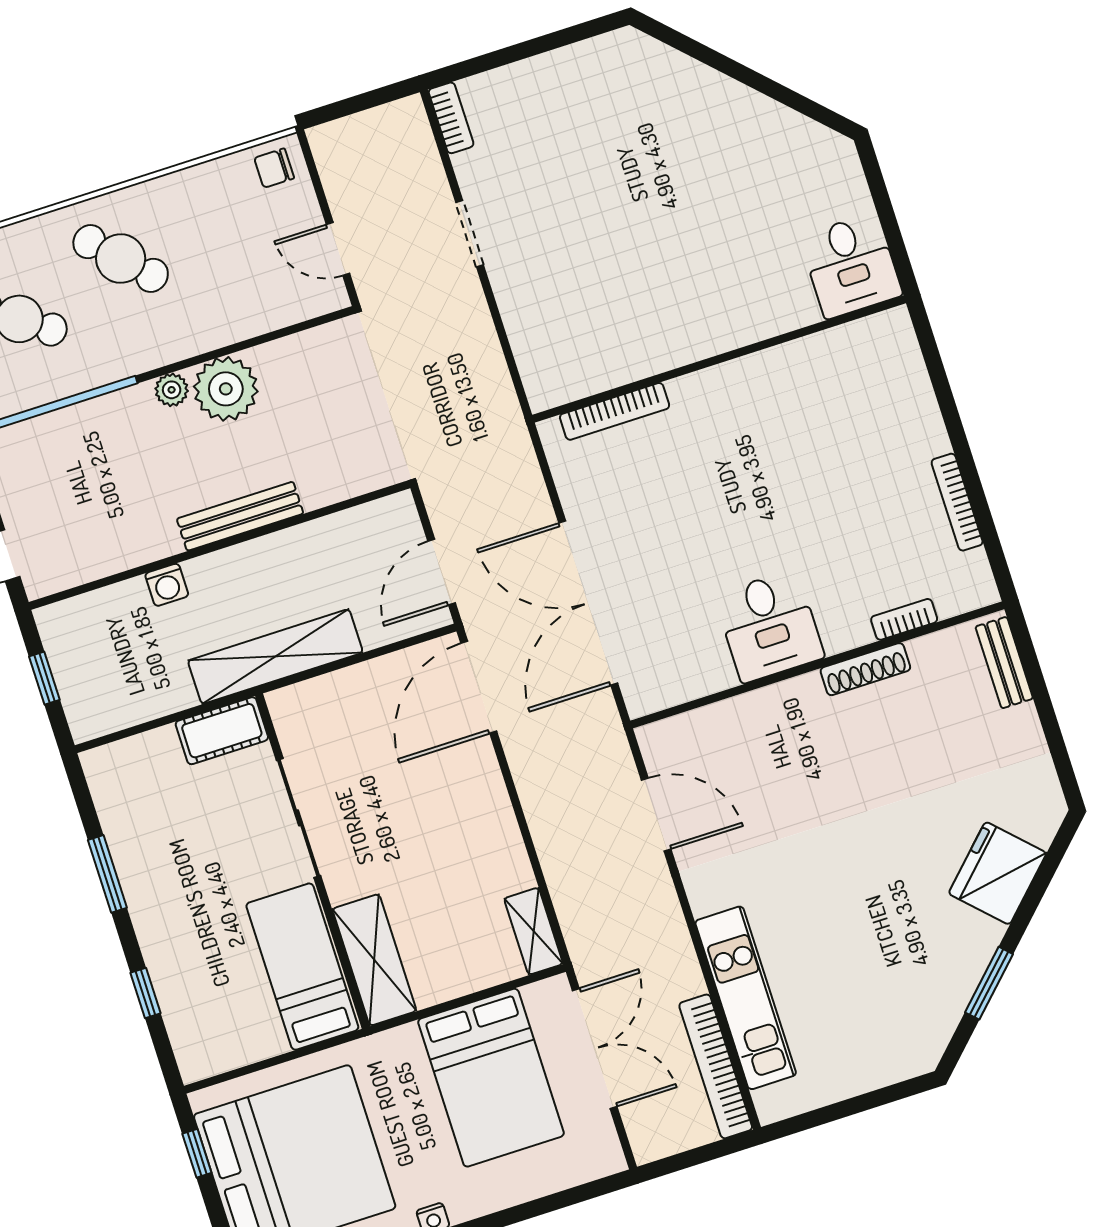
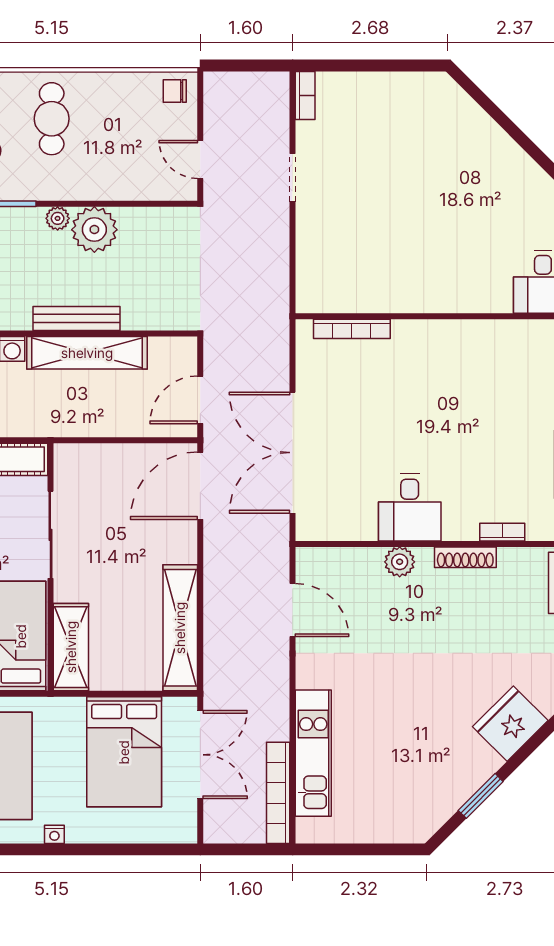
cafe table: (121, 259) -> (52, 119), turned 44
shelving: (275, 657) -> (87, 353), moved
plant: (779, 704) -> (400, 562), added
shelving: (534, 931) -> (180, 628), width x2.20, depth x1.33

